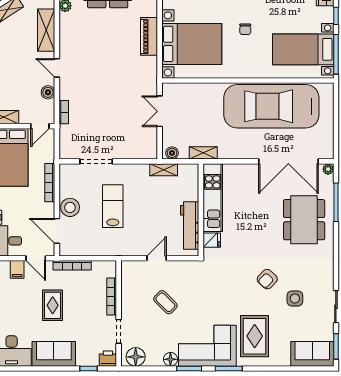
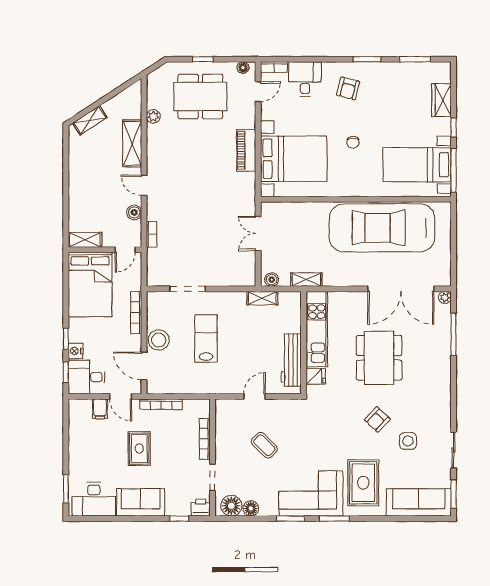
dining table: (304, 220) -> (379, 358), moved
sofa: (312, 354) -> (419, 502), width x1.36
floor lamp: (170, 359) -> (251, 508), moved

